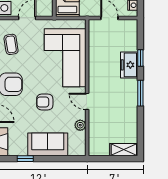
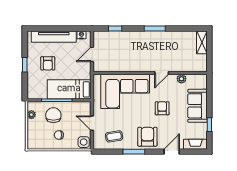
window: (140, 58) -> (115, 29), moved
freezer: (129, 65) -> (131, 38), removed
armchair: (45, 102) -> (162, 108), turned 180

